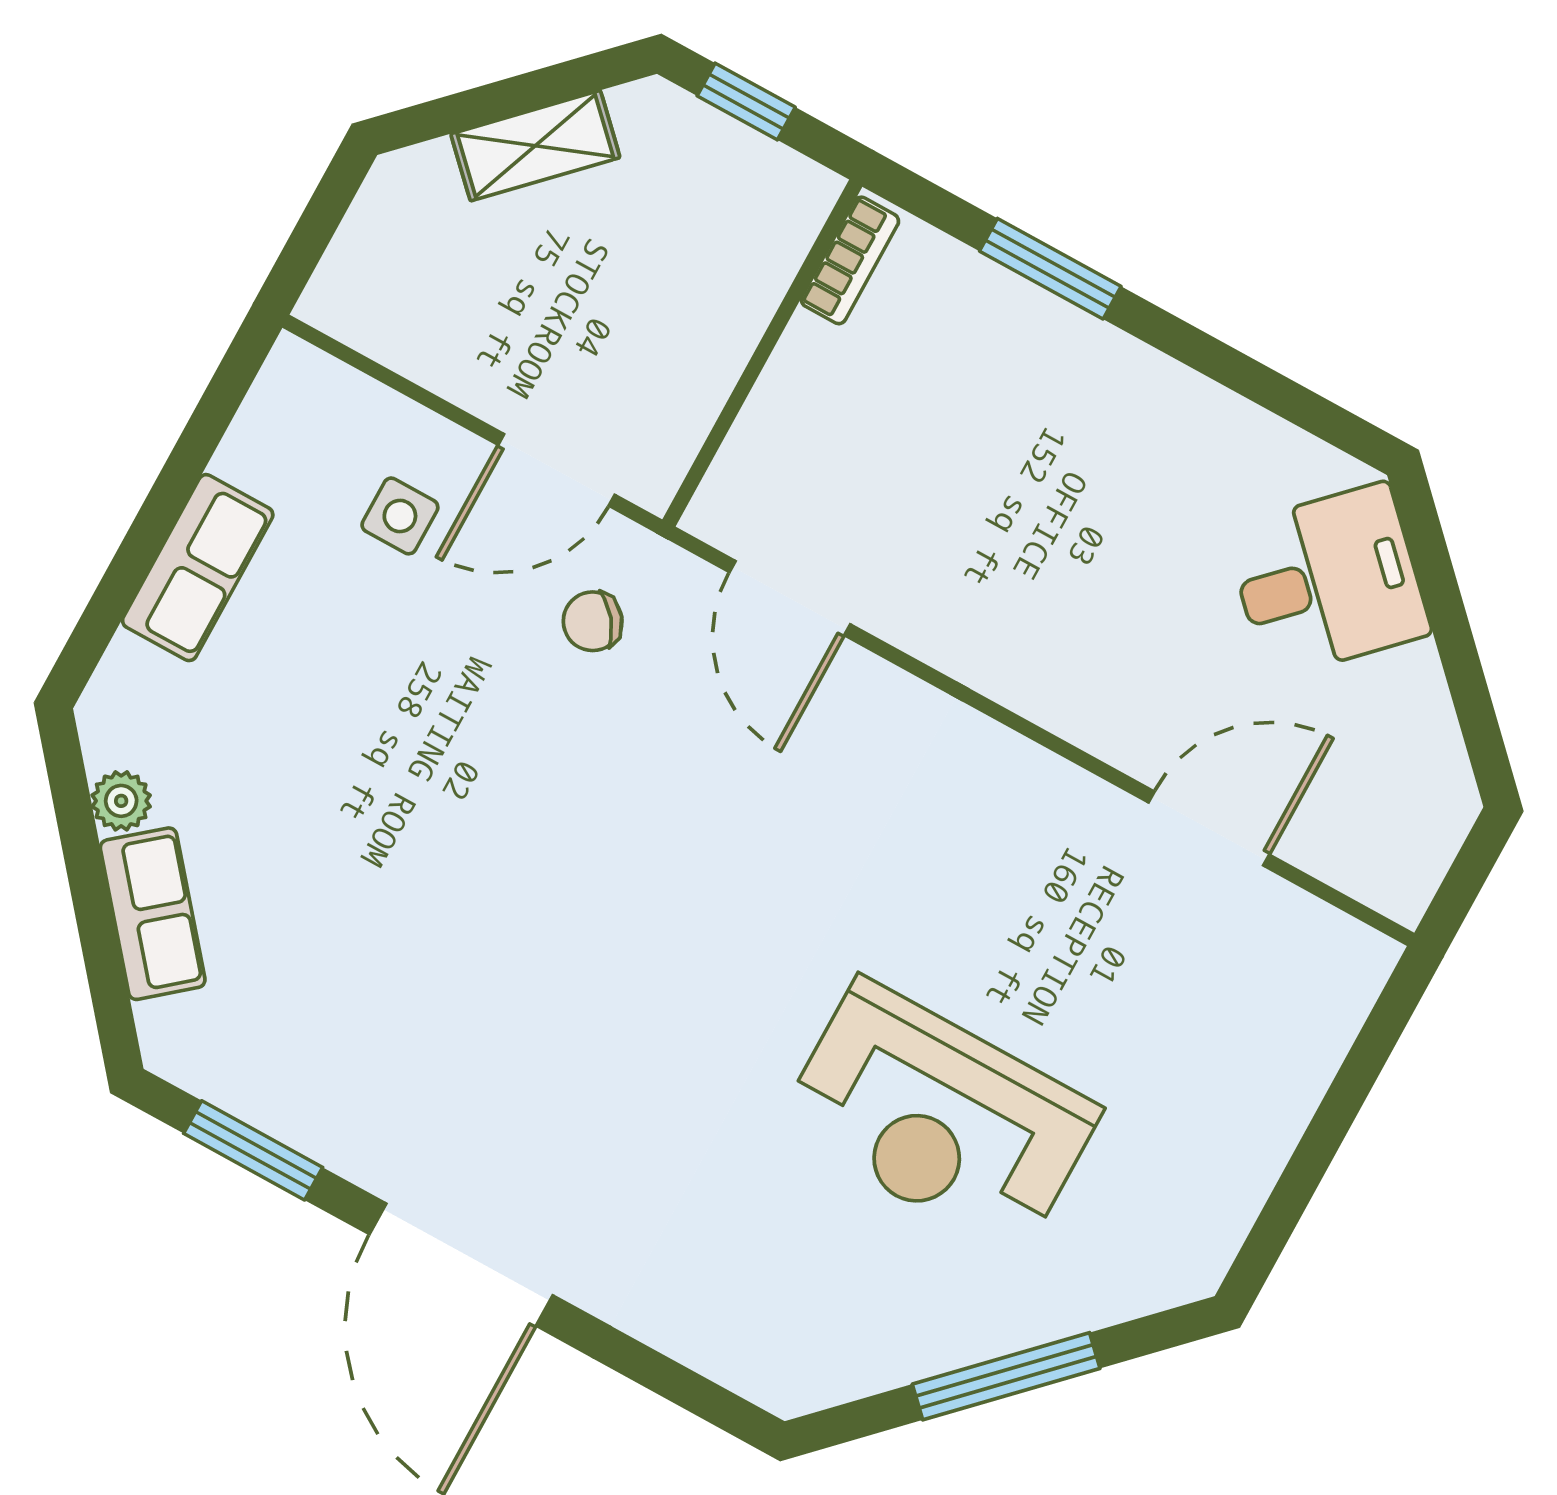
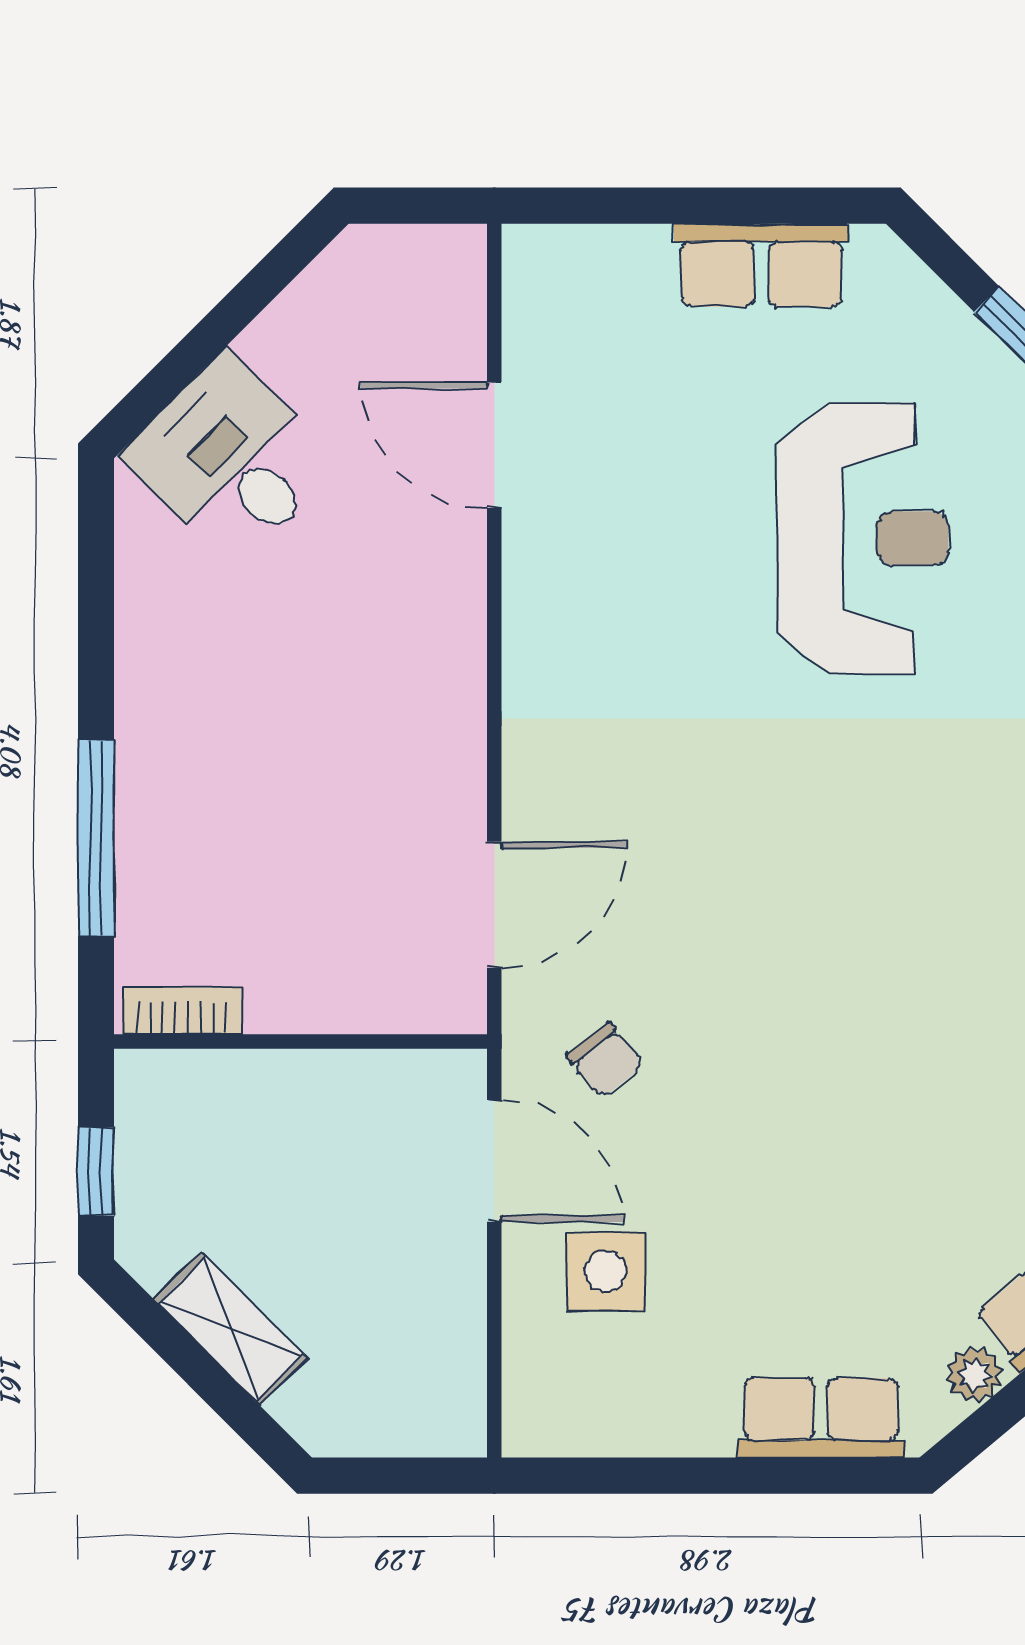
window: (1050, 269) -> (96, 838), width x1.44
side table: (400, 516) -> (606, 1271), width x1.37, depth x1.37
row of seats: (198, 568) -> (821, 1418), moved
row of seats: (1239, 1162) -> (761, 265), added

